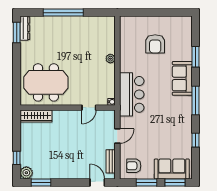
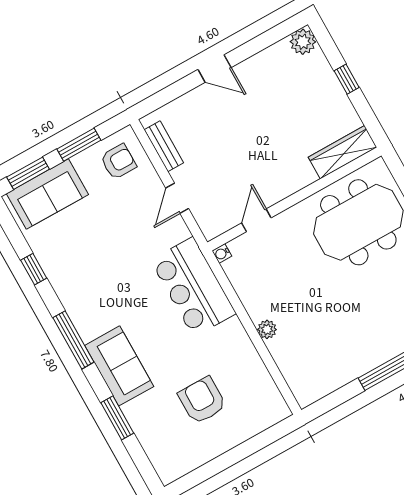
window: (17, 158) -> (347, 79), moved
window: (41, 182) -> (267, 39), removed
door: (97, 182) -> (214, 69), moved

